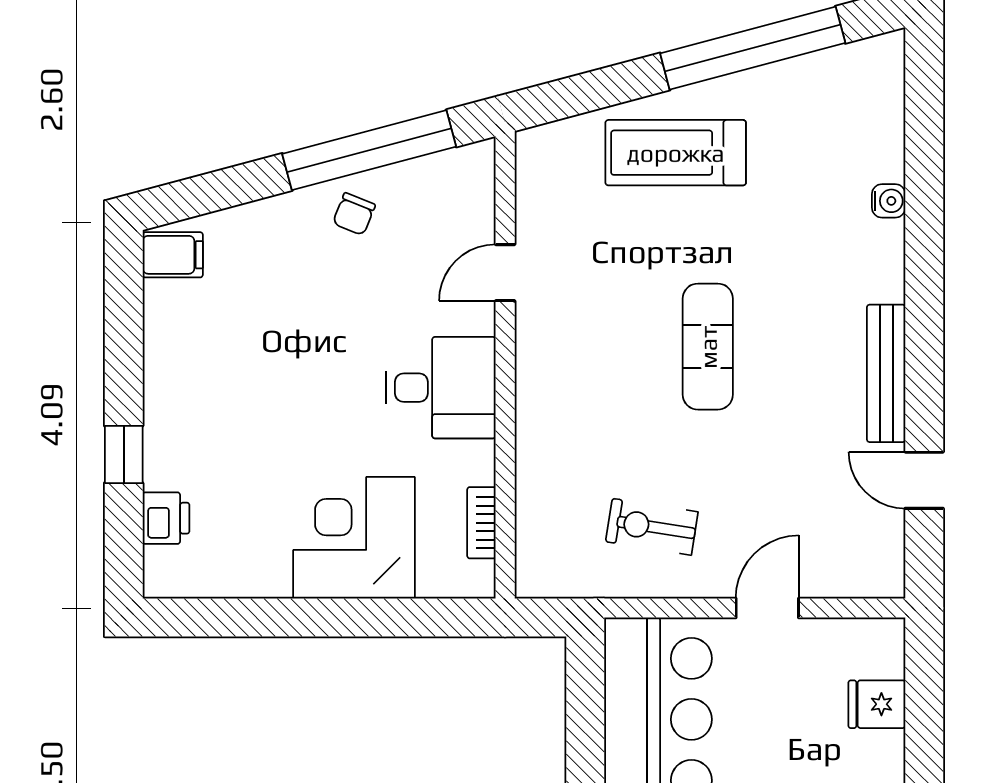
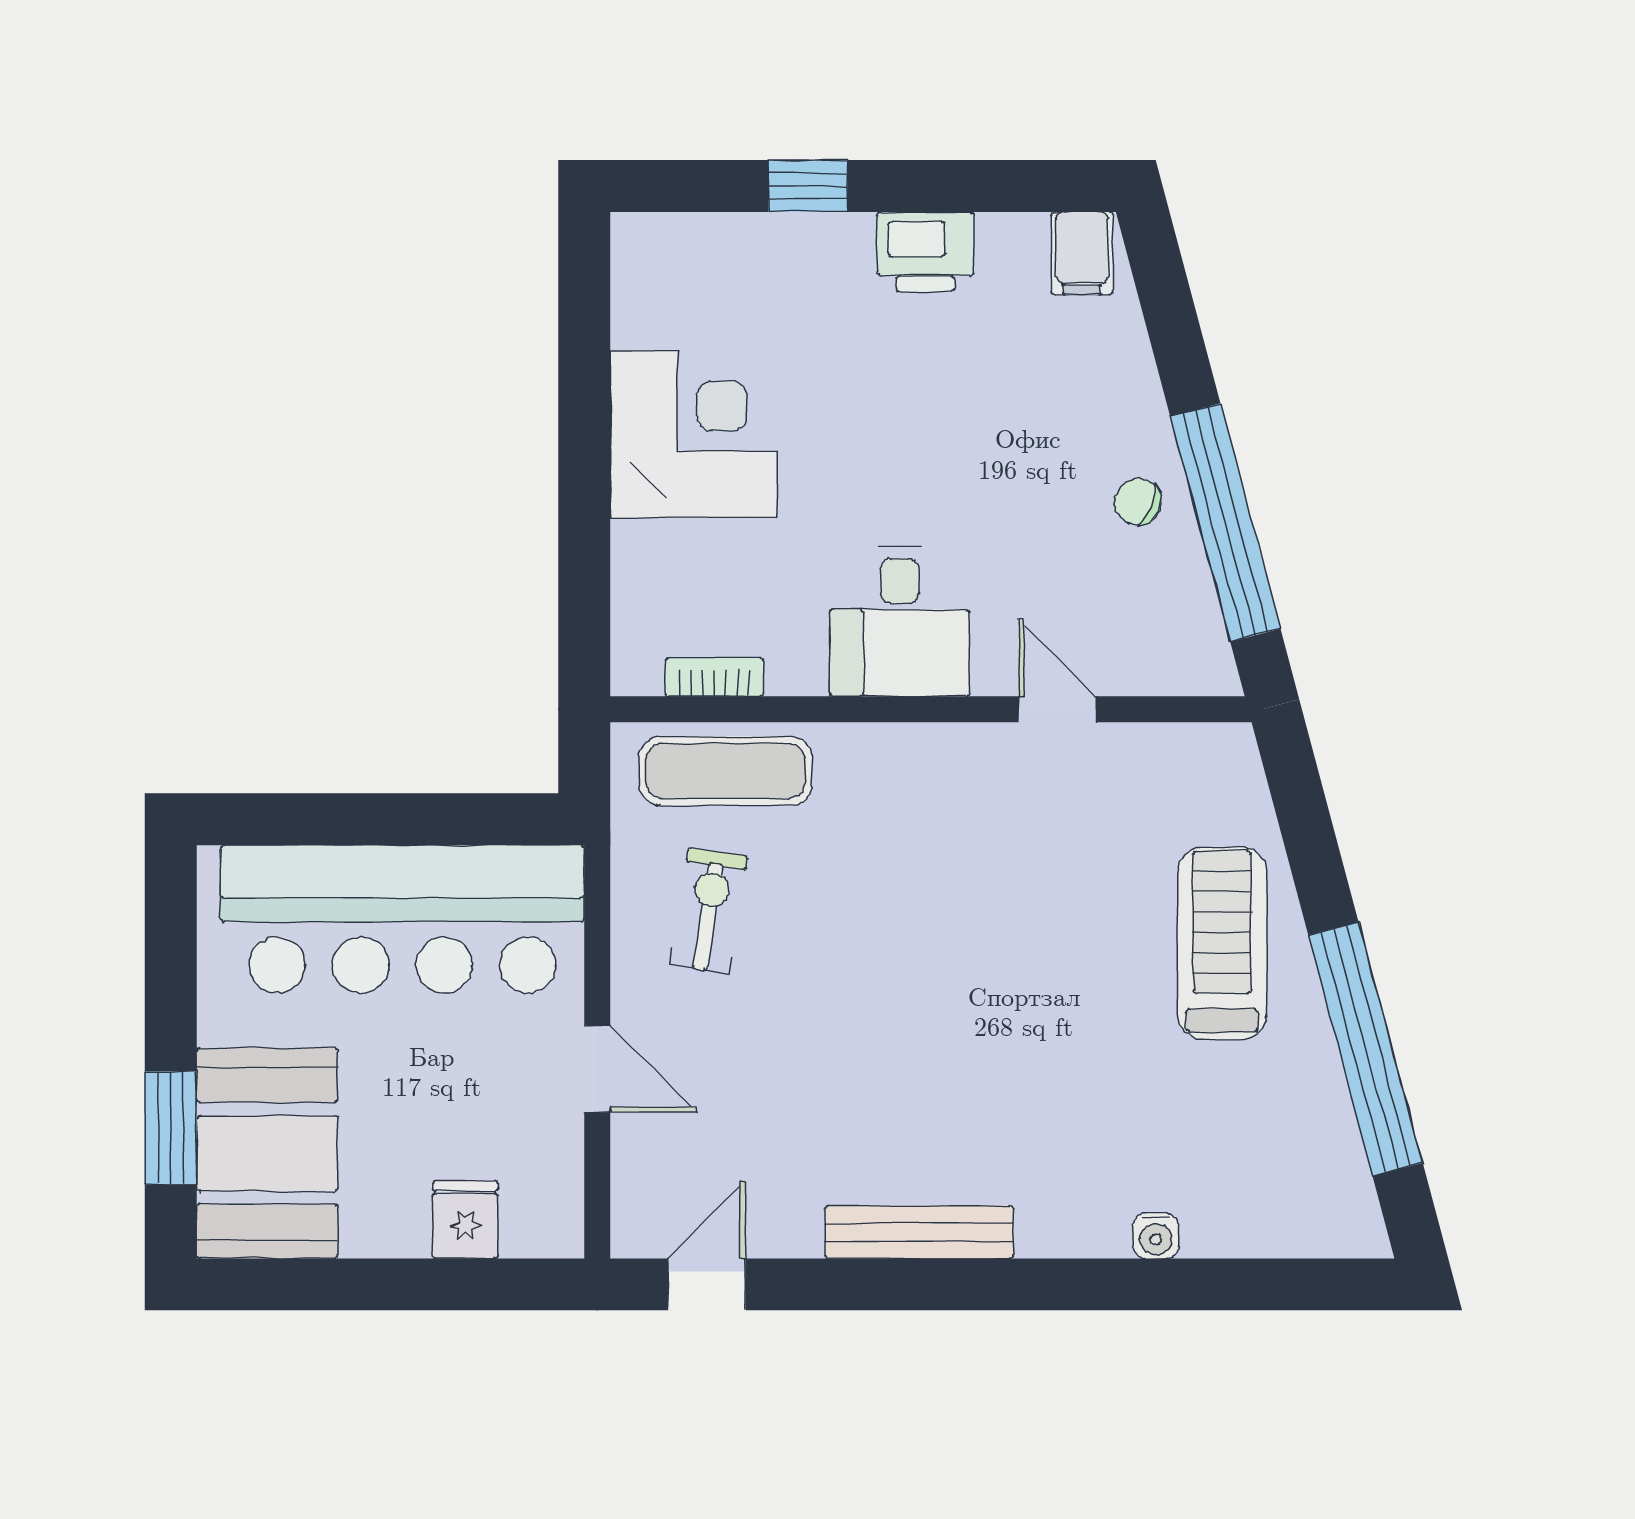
exercise mat: (708, 347) -> (726, 771), moved
door: (924, 480) -> (707, 1284), moved
printer: (166, 518) -> (925, 252), moved, width x1.36, depth x1.24
corner desk: (354, 538) -> (694, 434), moved

